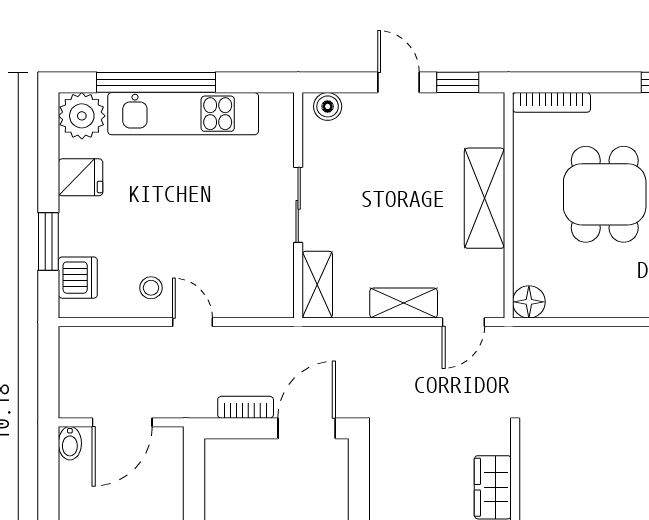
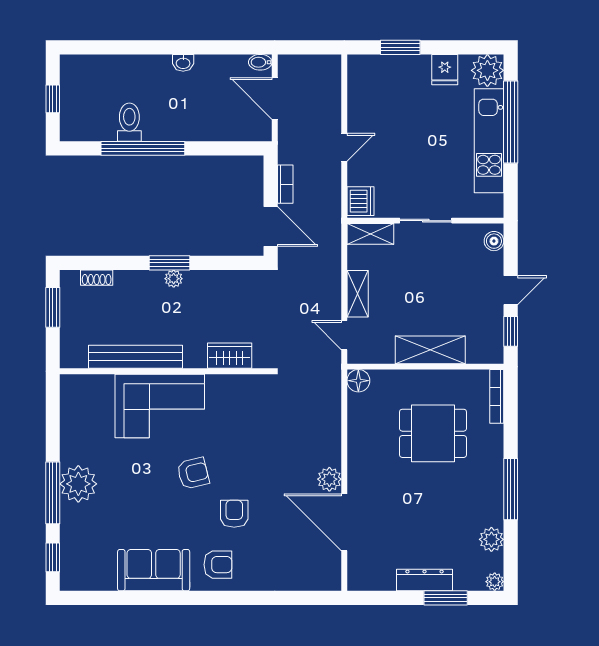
dishwasher: (78, 278) -> (361, 201), moved, turned -90
stool: (151, 288) -> (368, 118), removed

